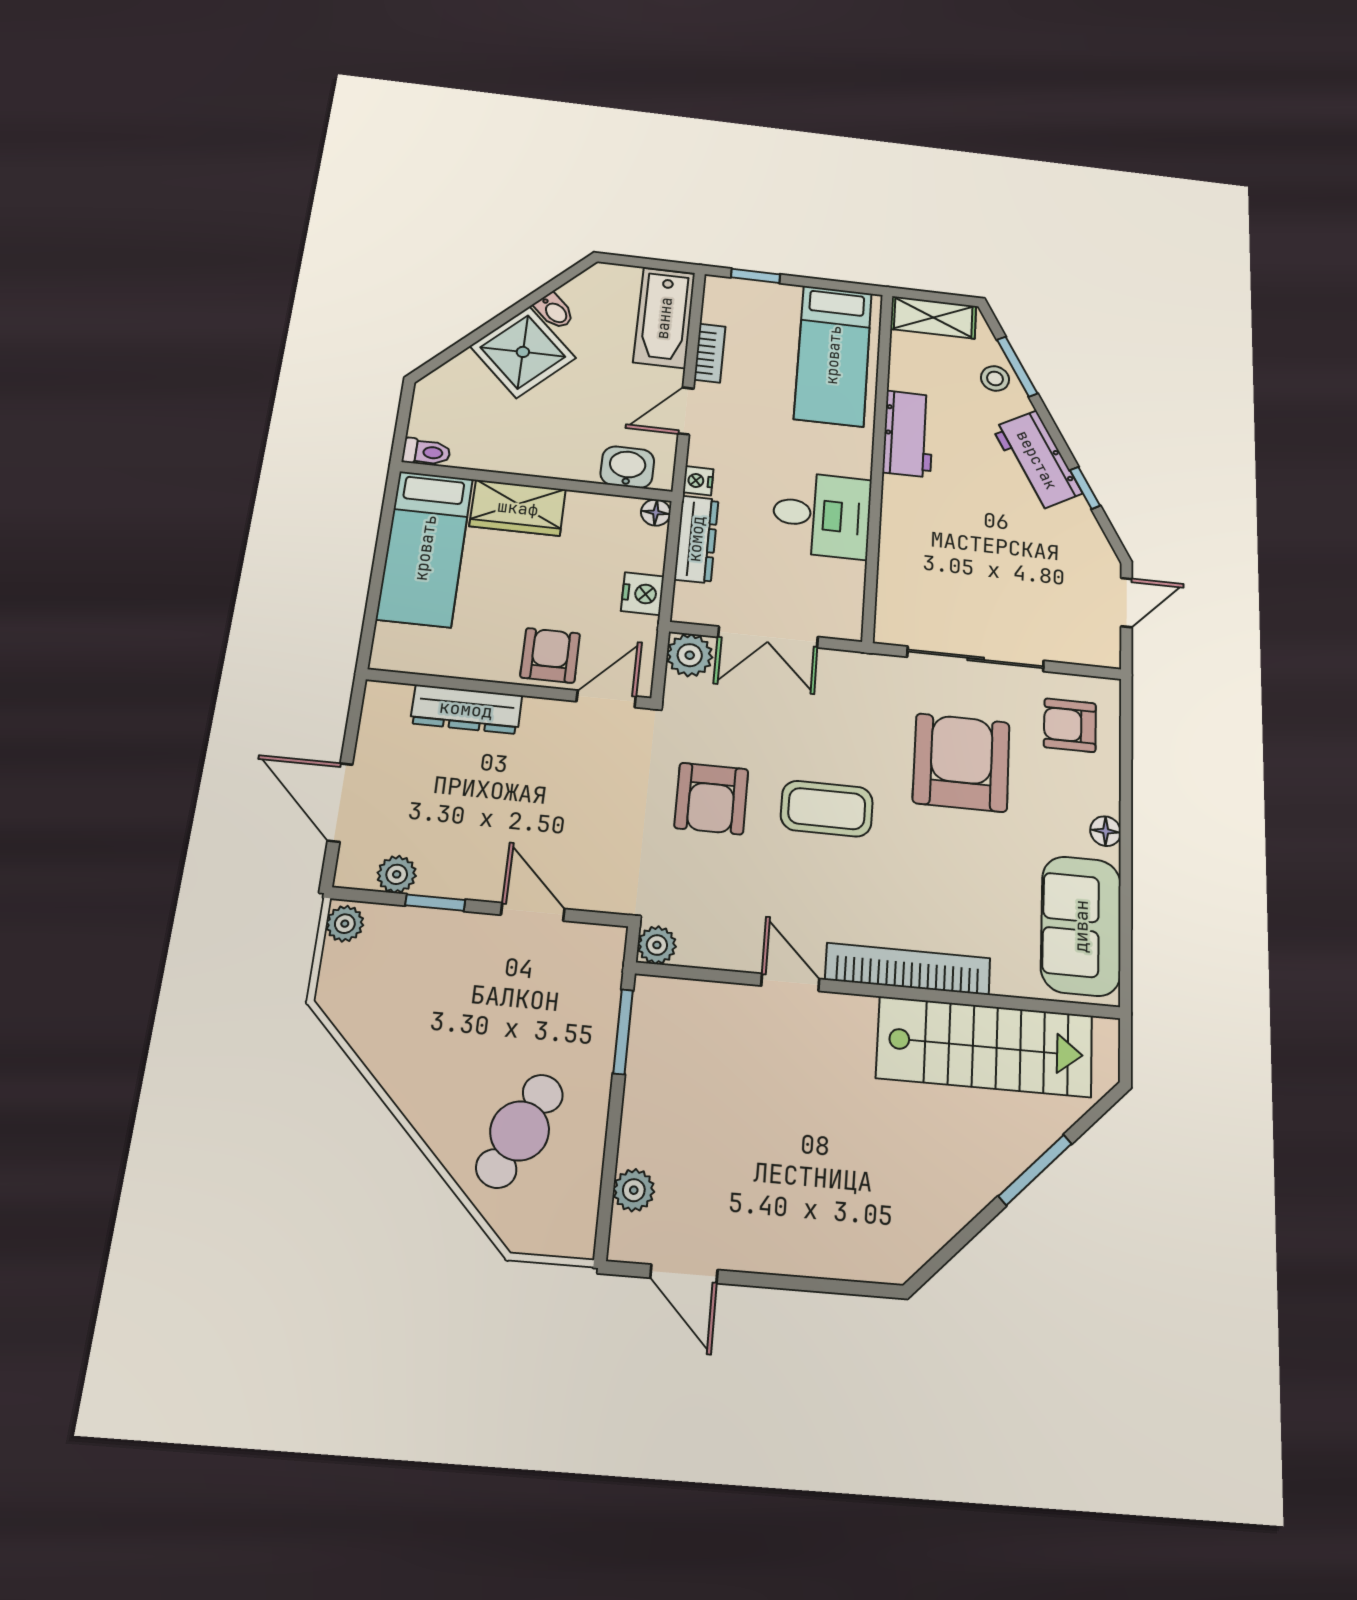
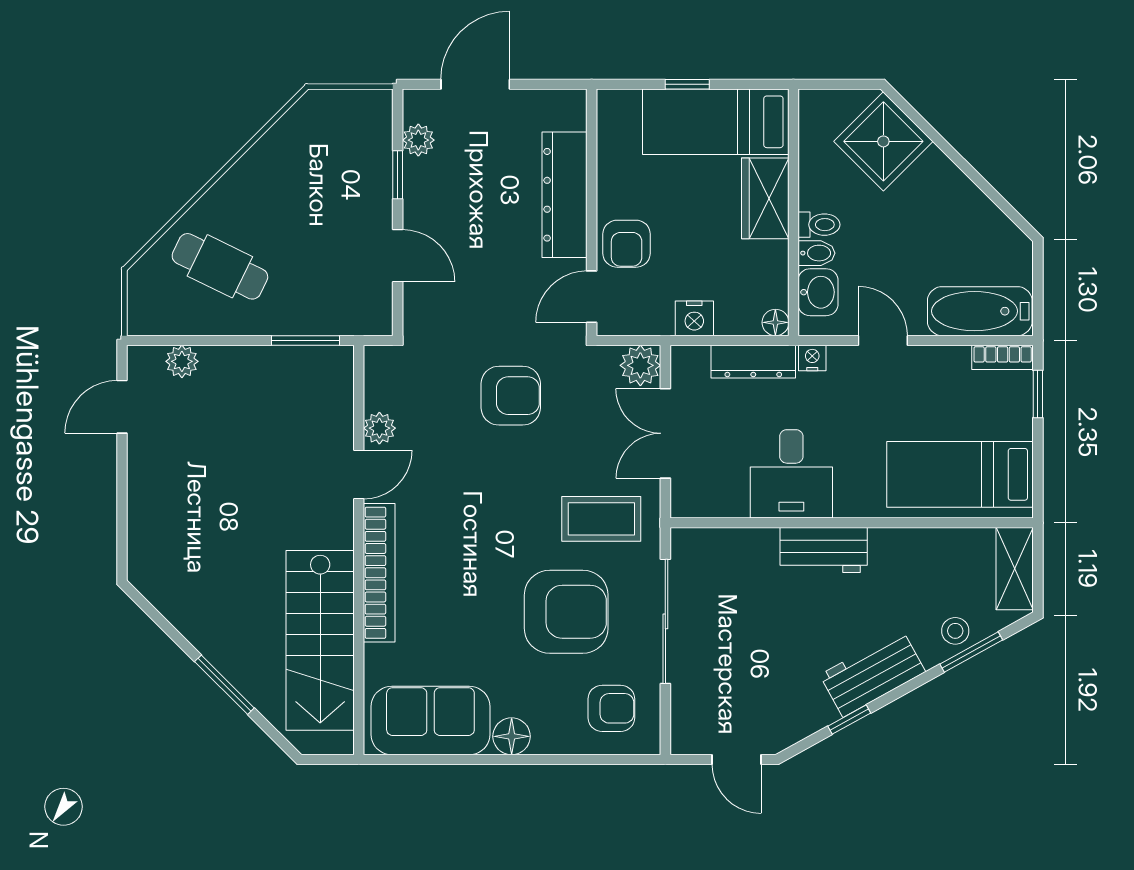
bidet: (554, 311) -> (816, 253), moved, turned -135
shower: (523, 352) -> (883, 141), moved
bookcase: (710, 353) -> (1003, 357), moved
workbench: (908, 434) -> (824, 550), moved
toilet: (426, 452) -> (819, 225), moved, turned -90
window: (378, 573) -> (687, 84), added
armchair: (550, 655) -> (627, 244), turned 90
door: (606, 699) -> (592, 297), swing flipped
dresser: (466, 709) -> (565, 195), width x1.37, depth x1.24
armchair: (1070, 725) -> (611, 708), turned 90
armchair: (711, 799) -> (511, 396), turned 180
coffee table: (827, 809) -> (601, 519), moved, turned 90
floor lamp: (1106, 831) -> (512, 736), width x1.37, depth x1.37
door: (533, 912) -> (398, 256), hinge flipped
plant: (345, 924) -> (373, 104), removed
plant: (657, 945) -> (379, 428), moved

